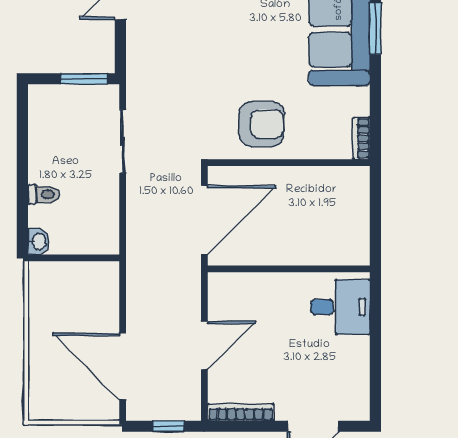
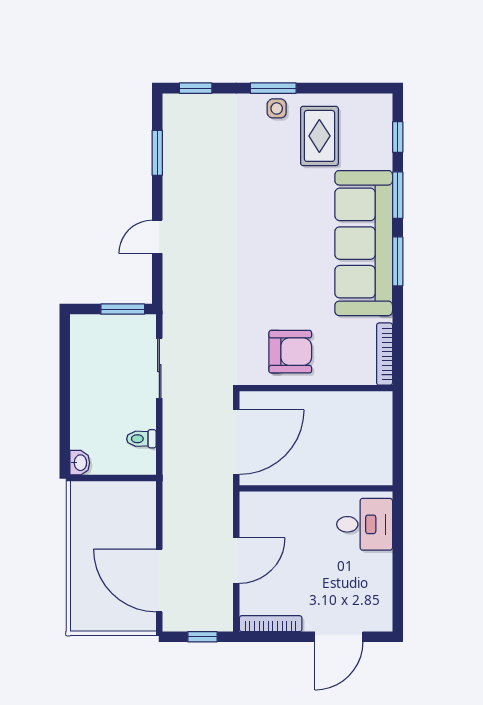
bookcase: (361, 138) -> (385, 354), width x1.56
toilet: (43, 194) -> (141, 439), moved, turned 180

